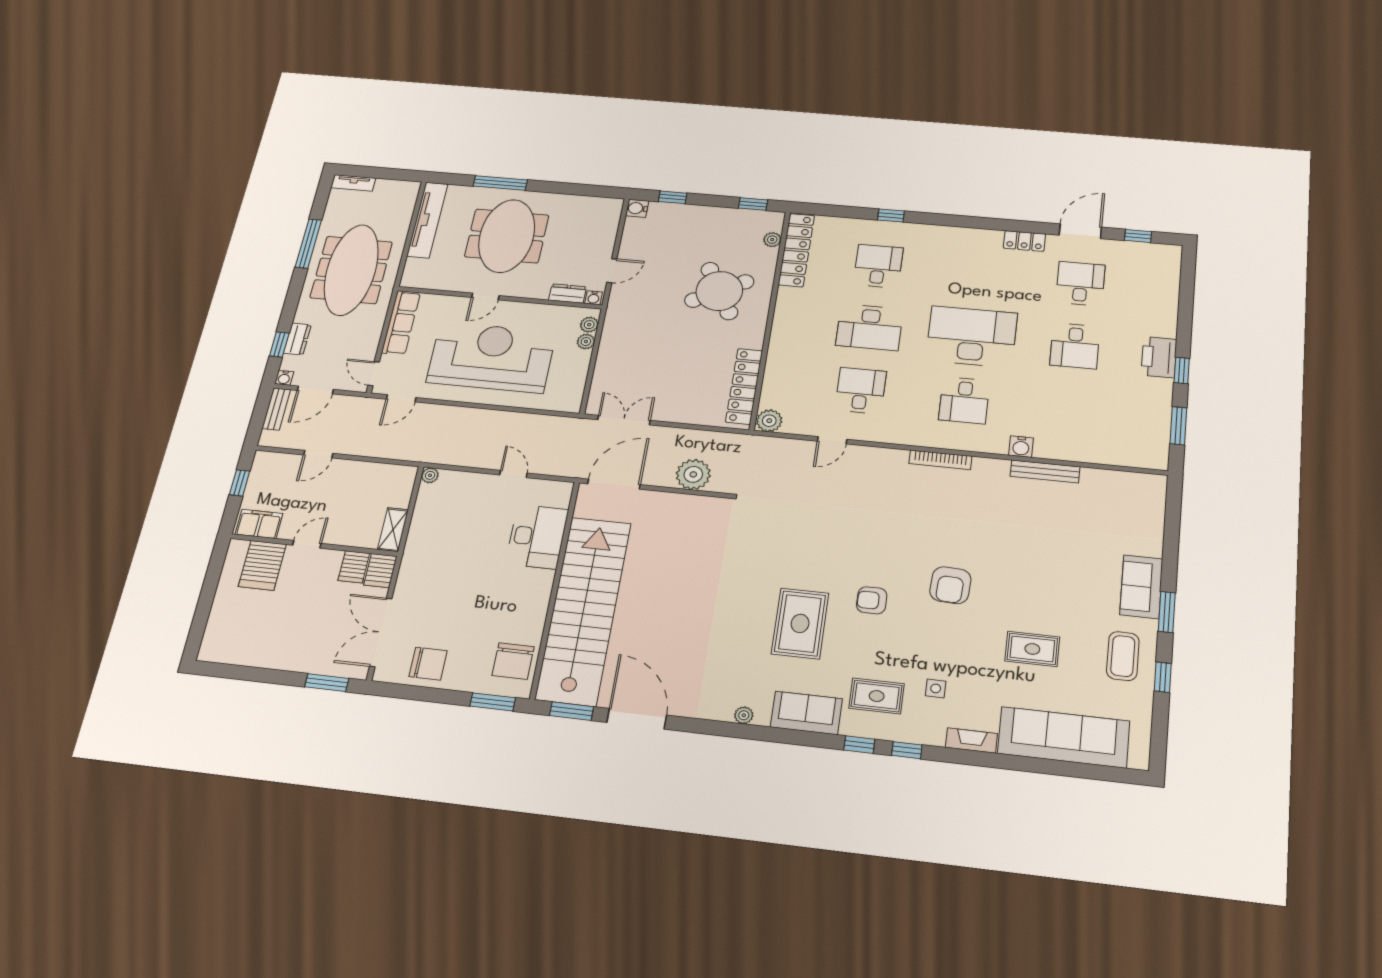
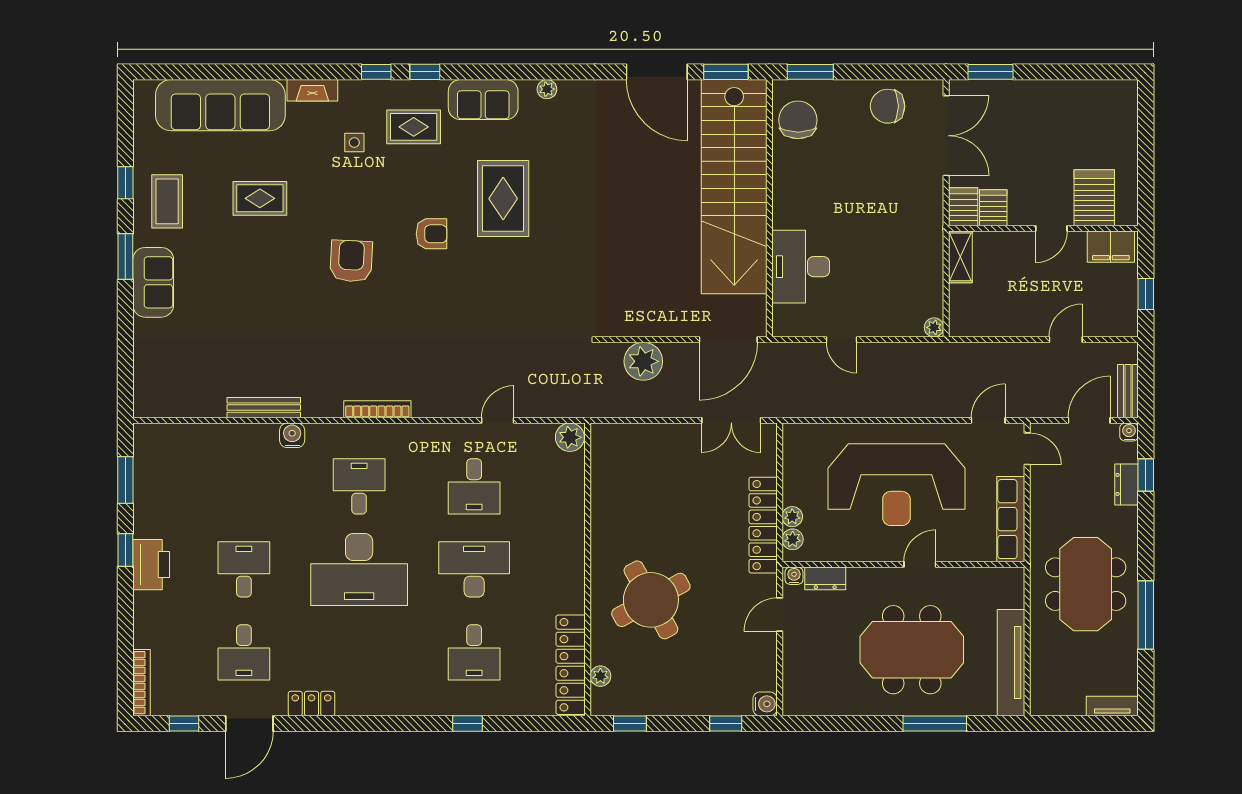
meeting table: (507, 236) -> (912, 650), turned 90
bookcase: (1174, 269) -> (142, 683), added
meeting table: (351, 270) -> (1086, 584), width x0.73
locker: (744, 386) -> (763, 525), moved, turned 180

